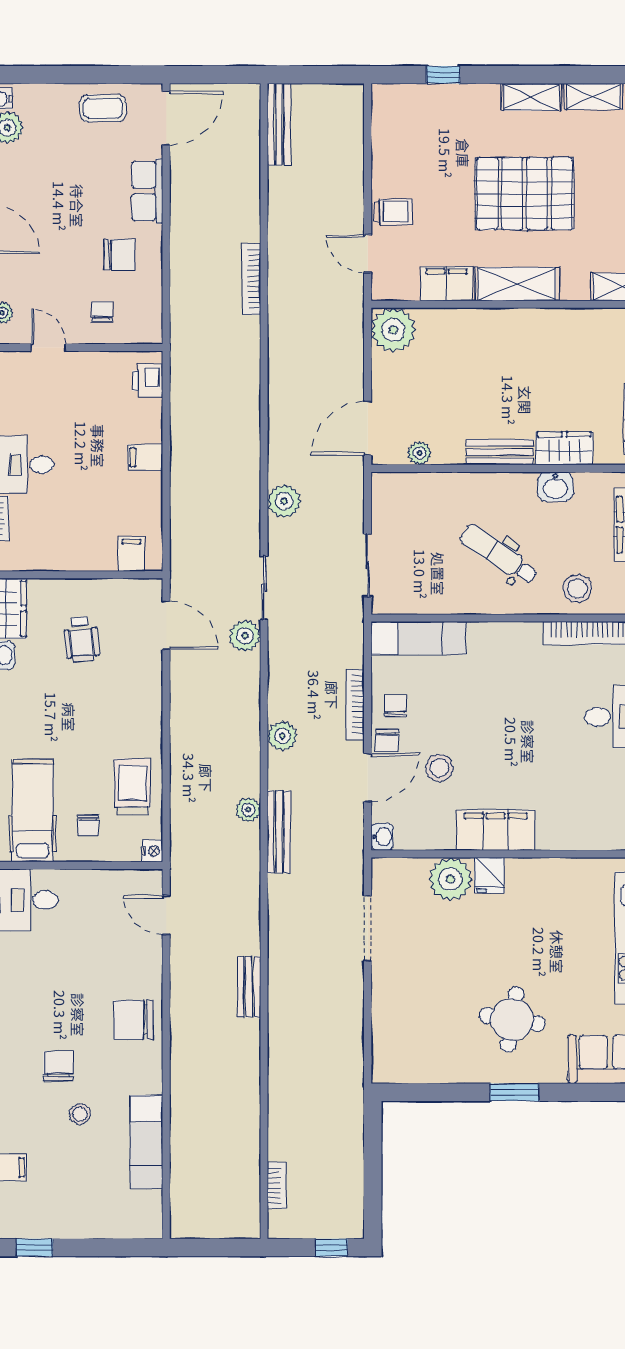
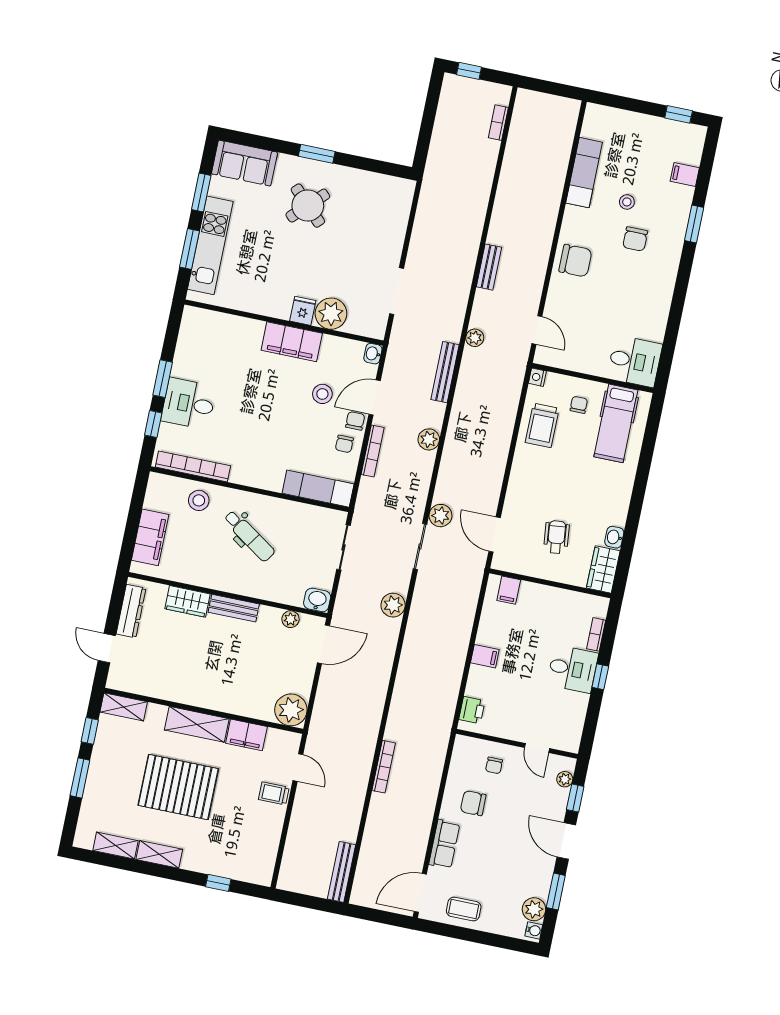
washbasin: (555, 487) -> (317, 600), moved
plant: (248, 810) -> (475, 338), moved
round table: (512, 1019) -> (308, 206), turned 36

